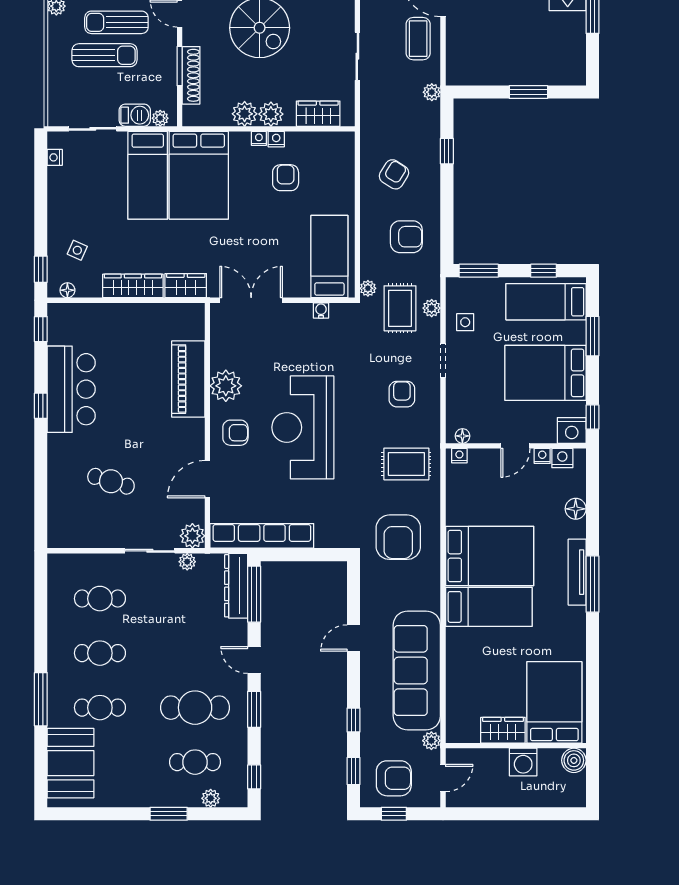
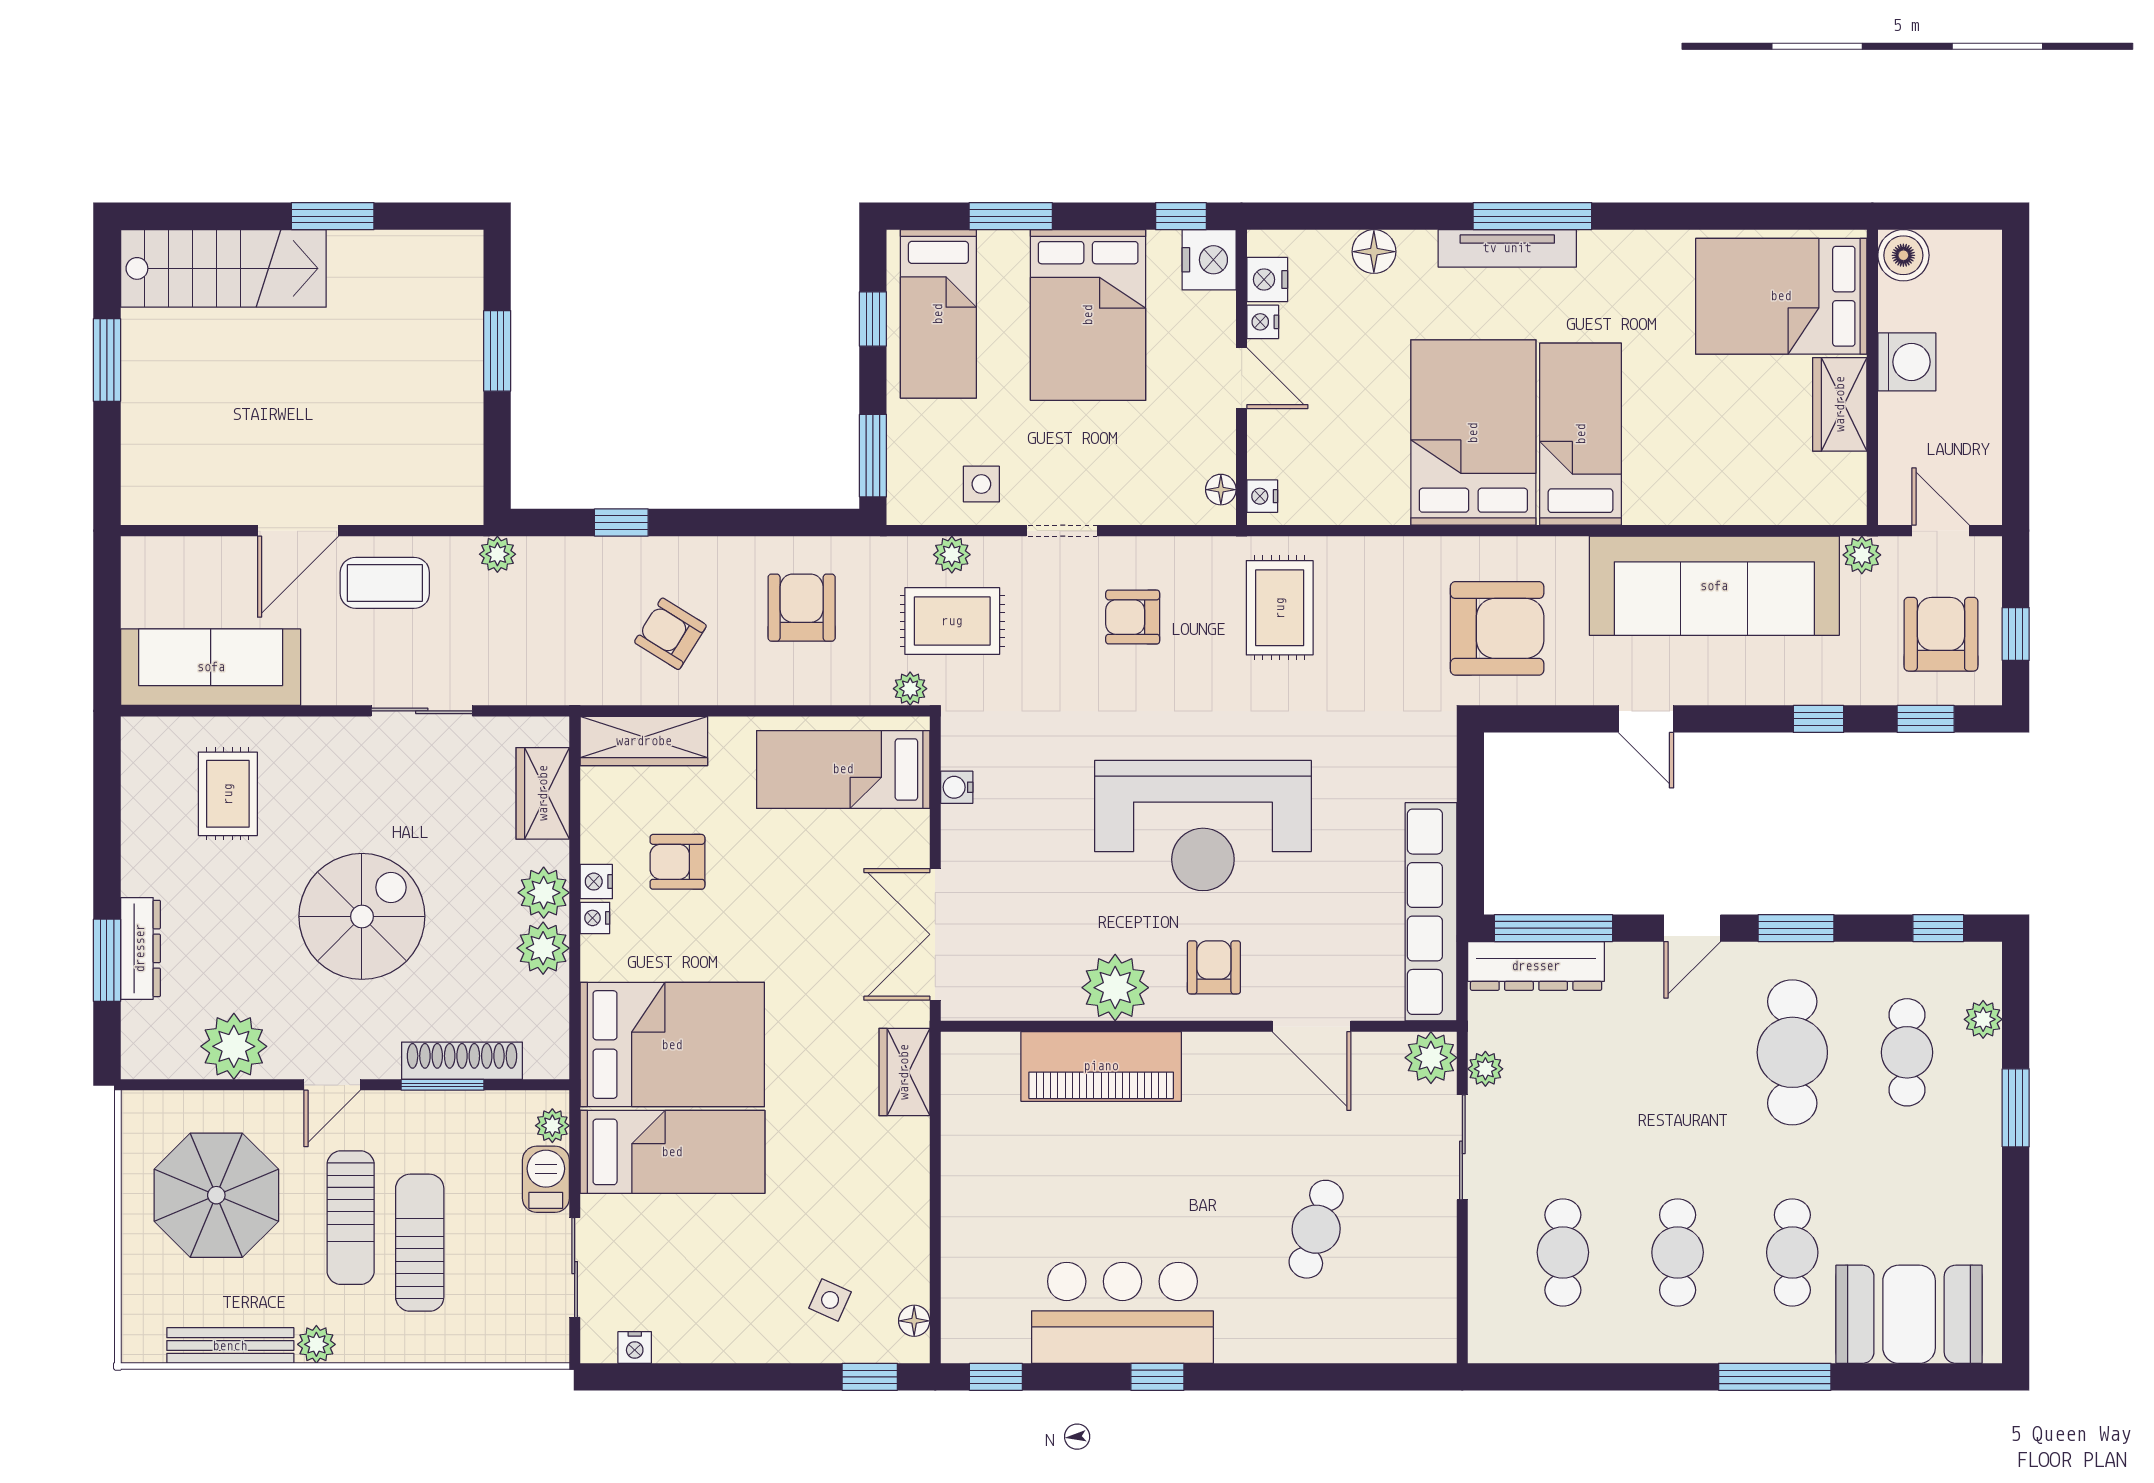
wardrobe: (133, 286) -> (644, 741), moved, turned -90
armchair: (398, 537) -> (1497, 628), moved

